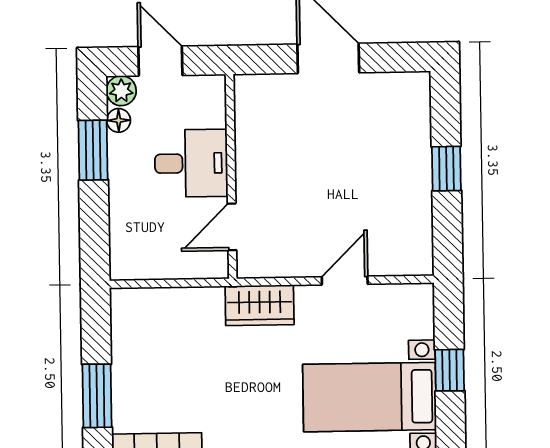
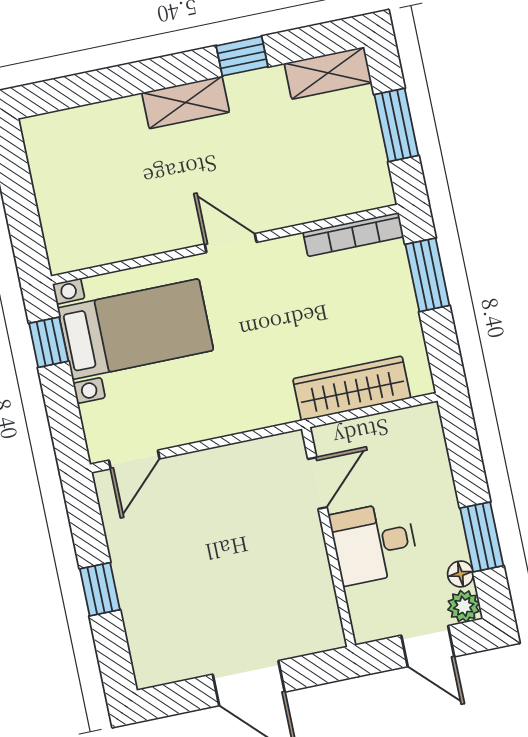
door: (345, 281) -> (134, 459), moved
wardrobe: (260, 305) -> (352, 388), moved, width x1.50
window: (450, 370) -> (49, 342), moved

